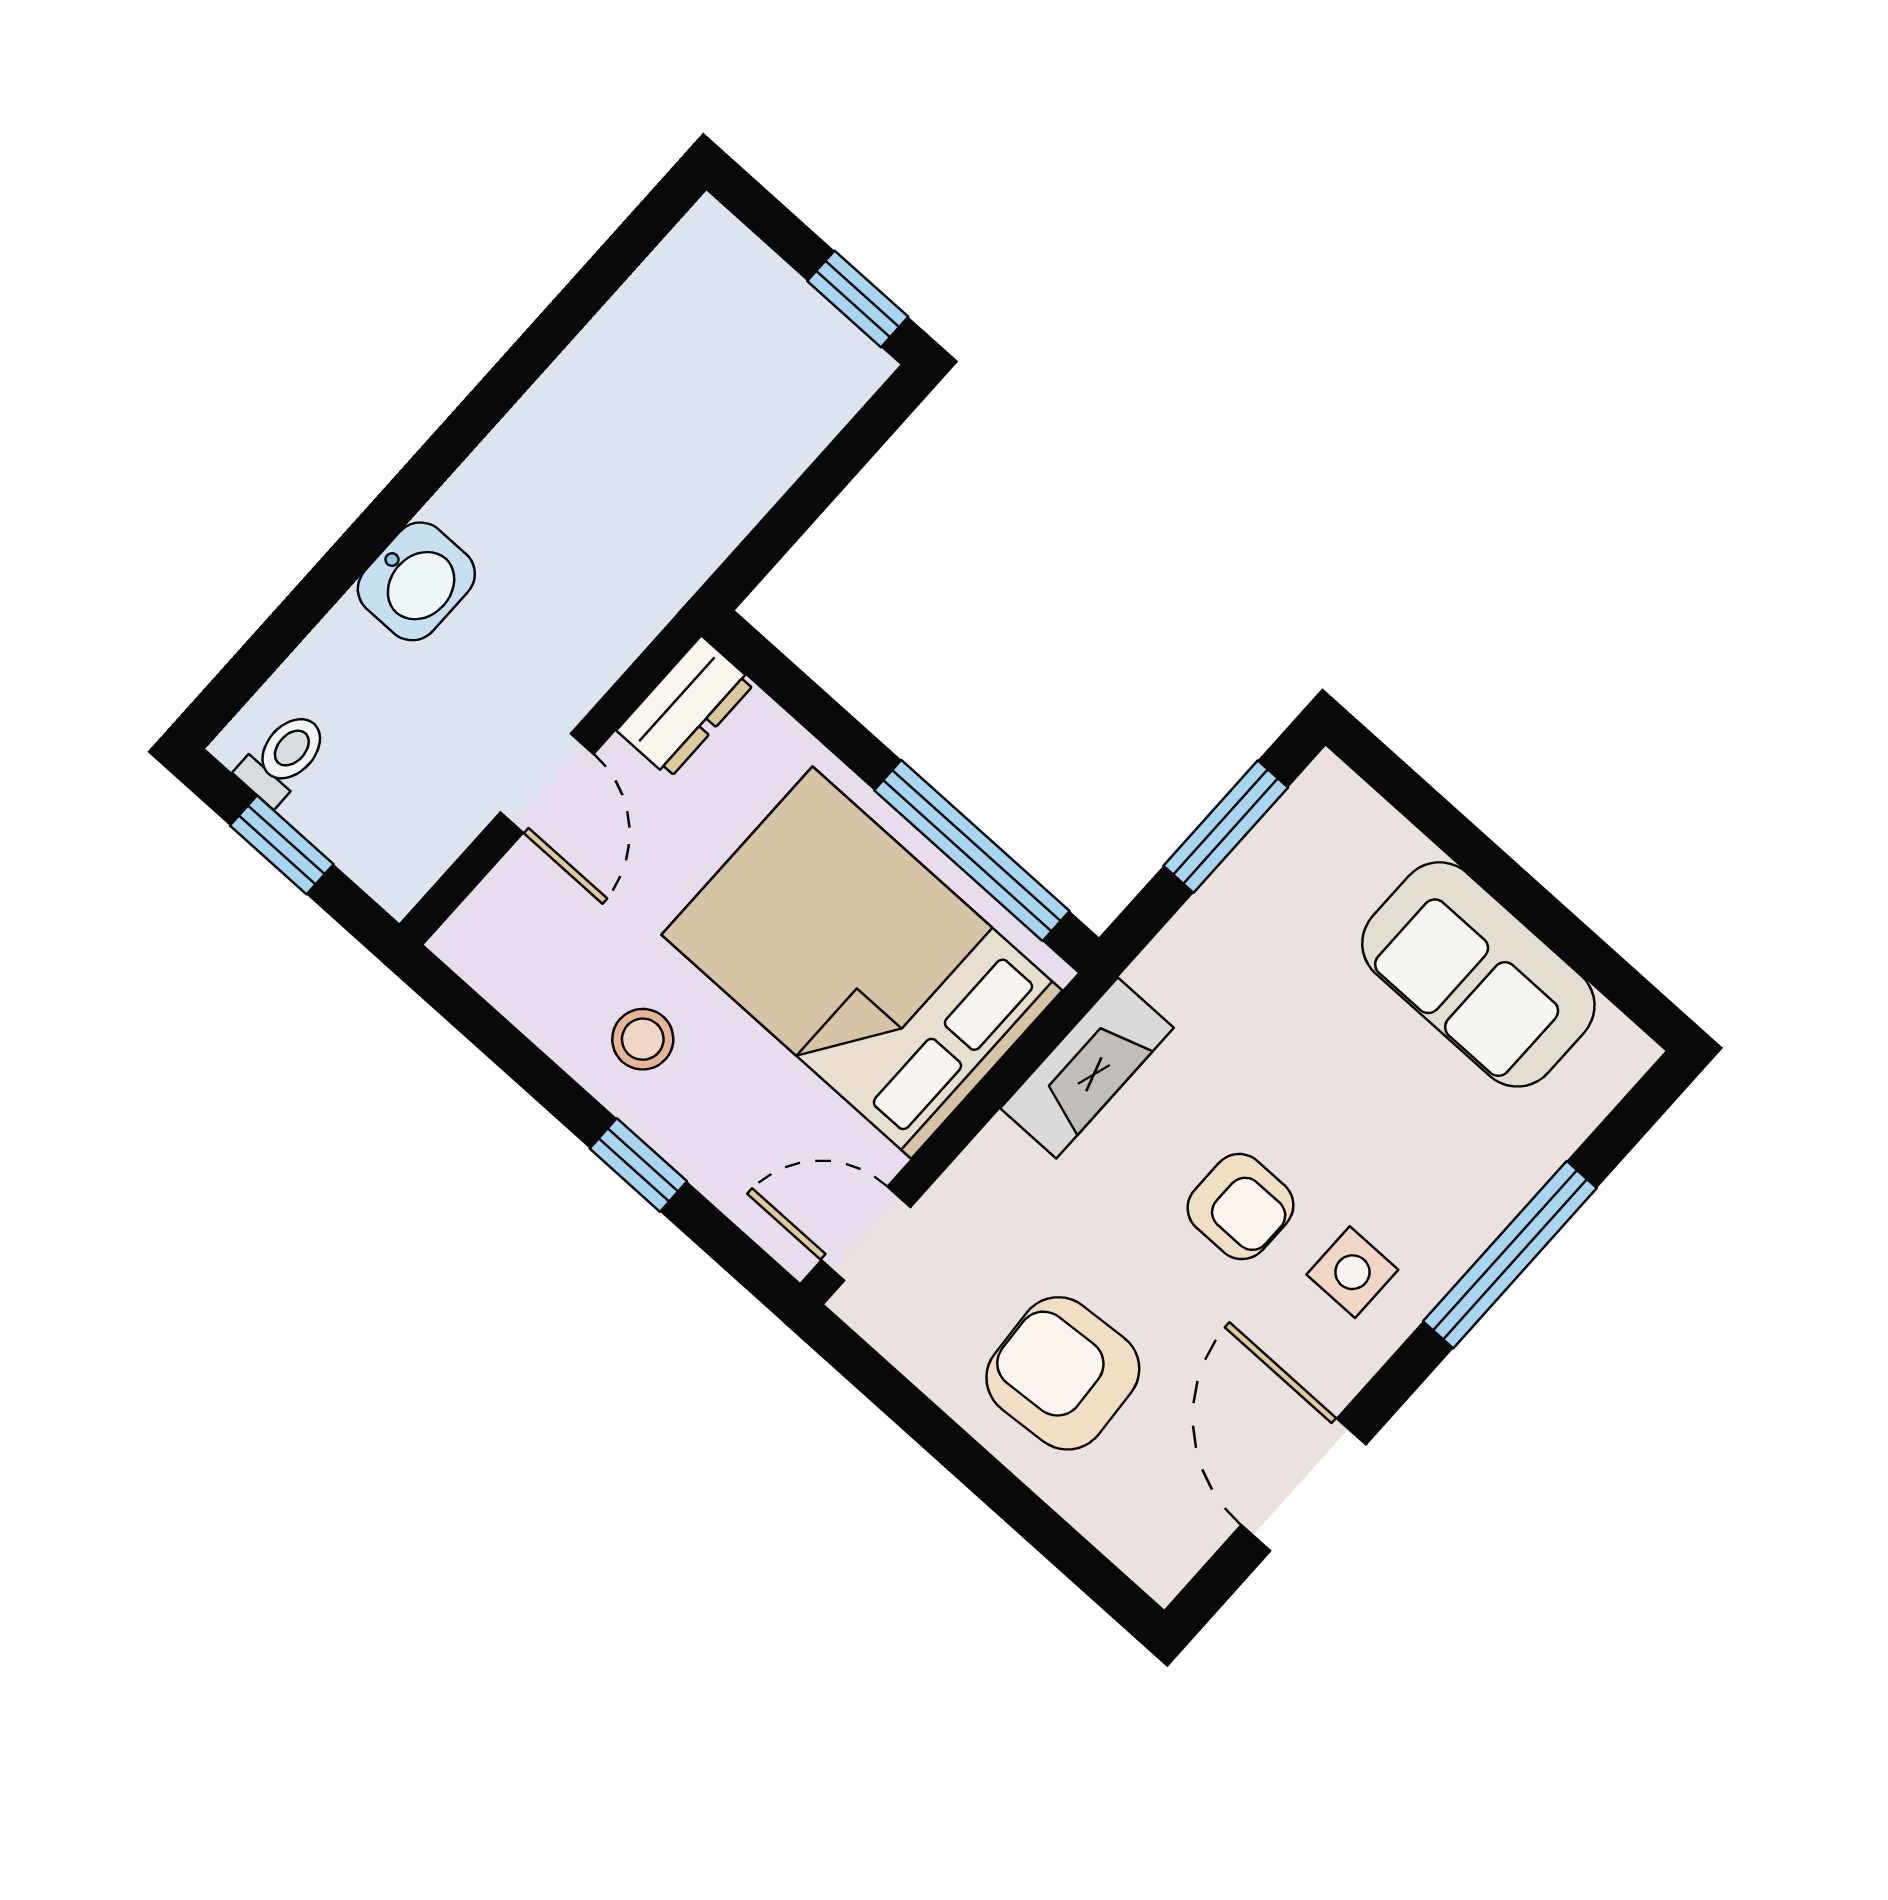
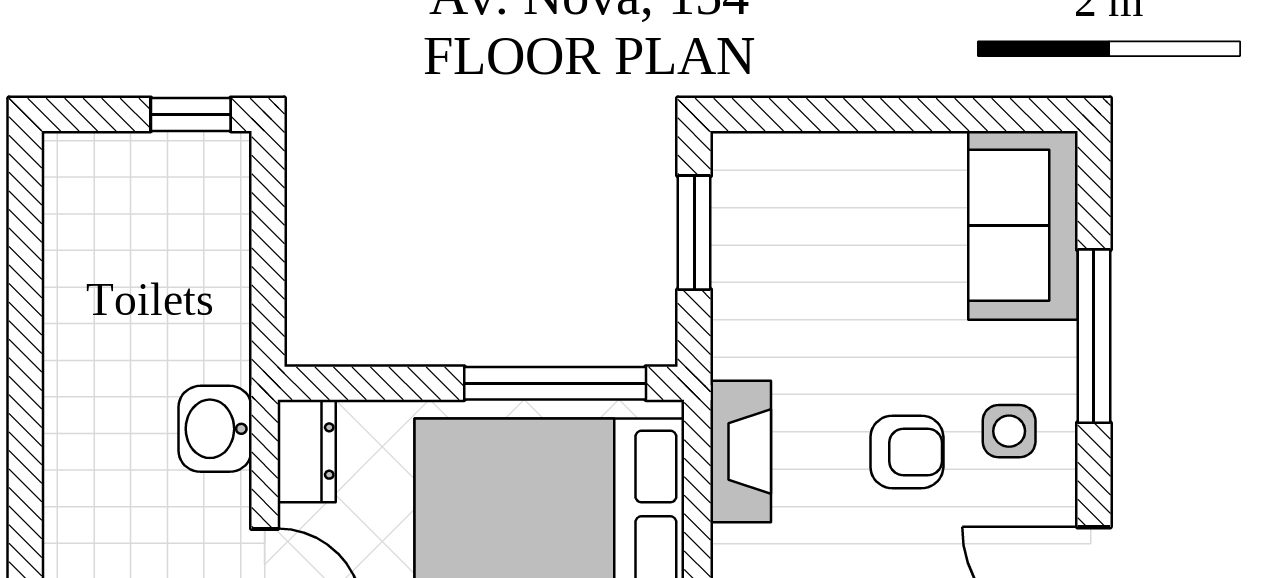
washbasin: (416, 581) -> (215, 429), moved, turned 180
sofa: (1478, 974) -> (1023, 225), moved, turned 90

